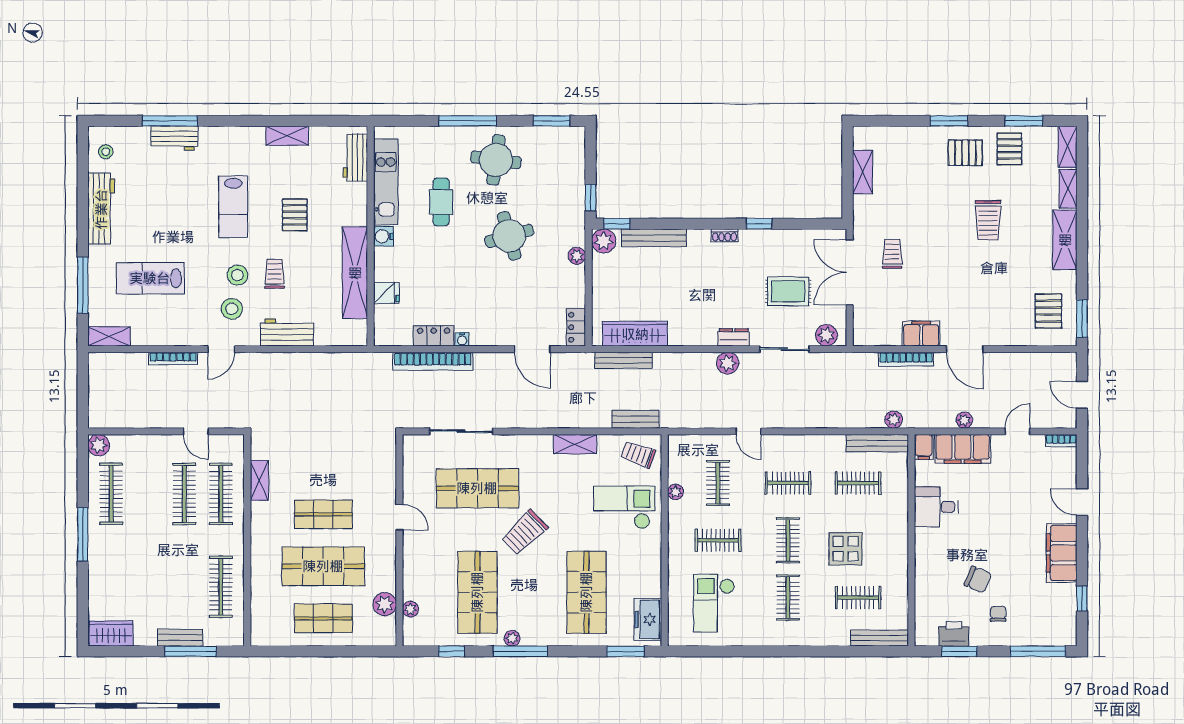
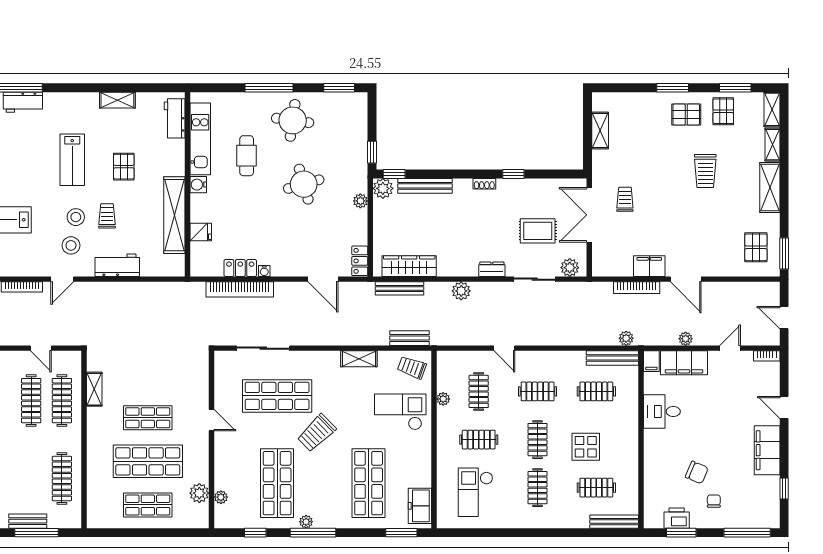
plant: (728, 363) -> (461, 291), moved

